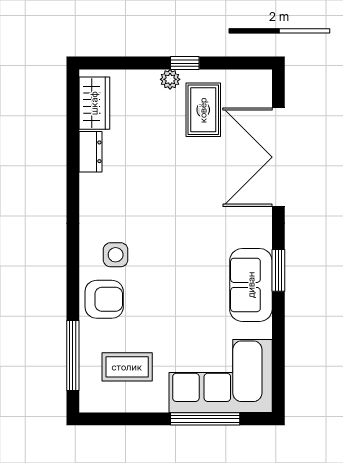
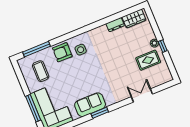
double door: (278, 157) -> (142, 95), width x0.54
armchair: (104, 299) -> (62, 52), turned 91

